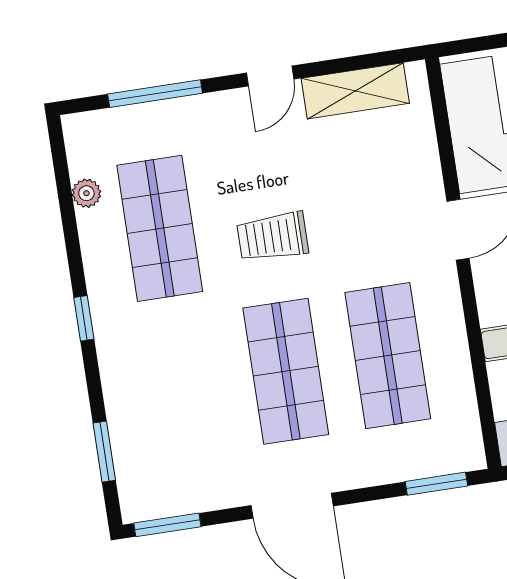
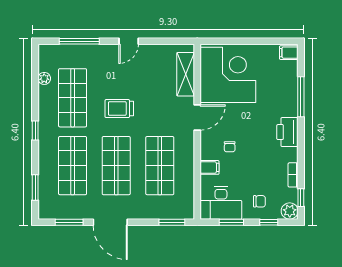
shelving: (355, 91) -> (186, 74), moved, turned 90
shop shelf: (184, 387) -> (73, 166), added
window: (167, 525) -> (69, 222), moved

